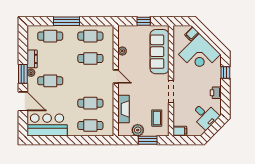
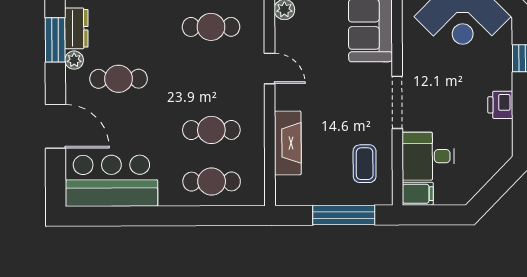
window: (23, 74) -> (55, 40), moved
desk: (205, 116) -> (428, 156), moved, turned 136
plant: (138, 130) -> (321, 192), removed
window: (148, 140) -> (344, 215), width x1.44

